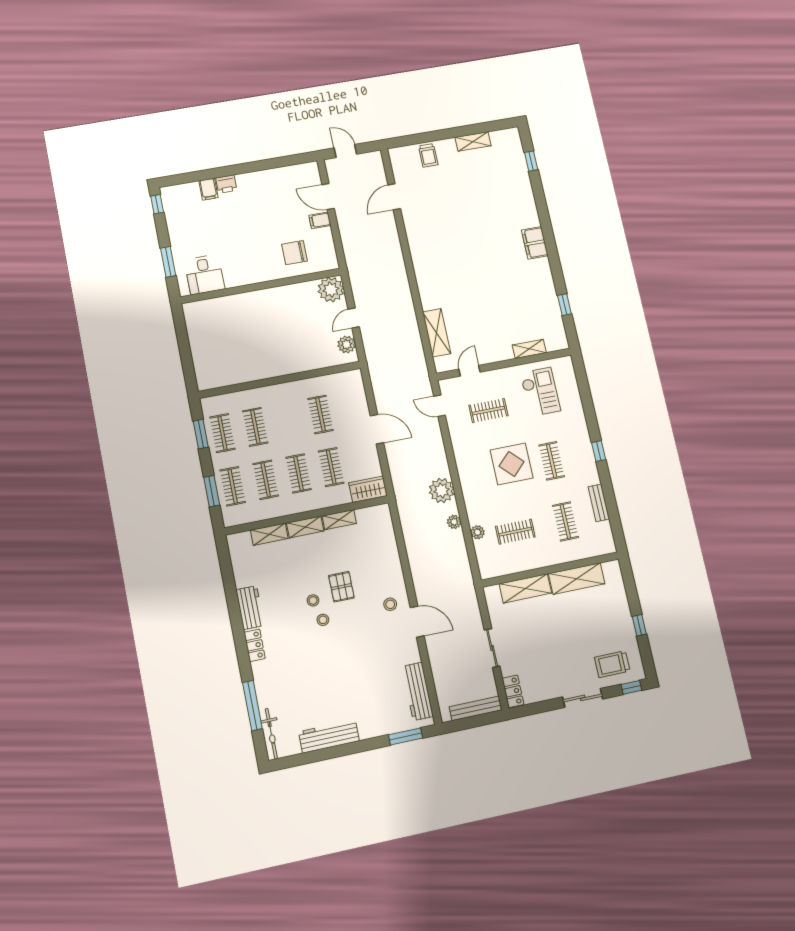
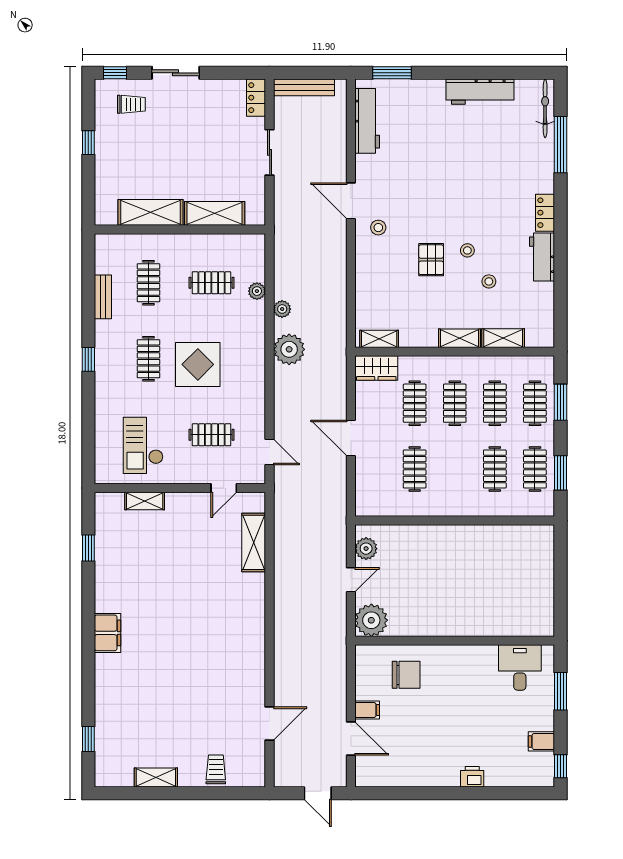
filing cabinet: (208, 189) -> (541, 741), moved, turned -90
shelving: (339, 520) -> (379, 339), moved
stool: (323, 620) -> (489, 281), moved
trolley: (612, 664) -> (131, 104), width x0.73, depth x0.72

